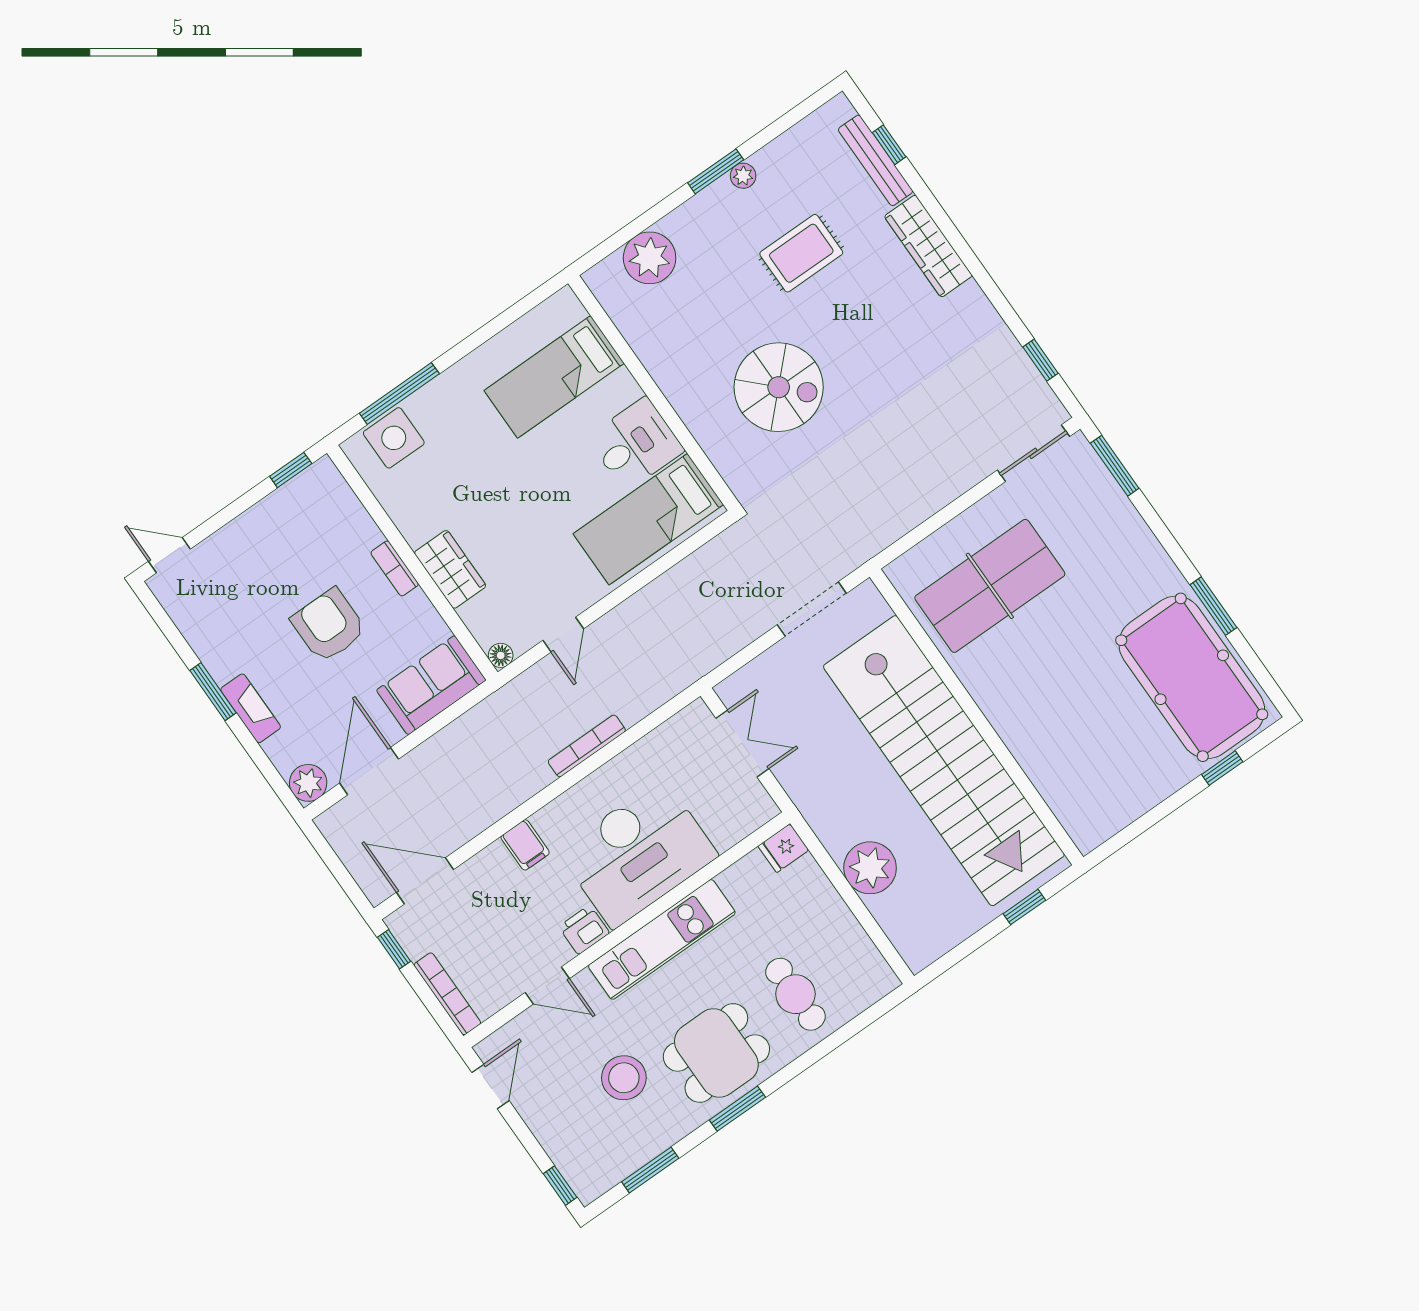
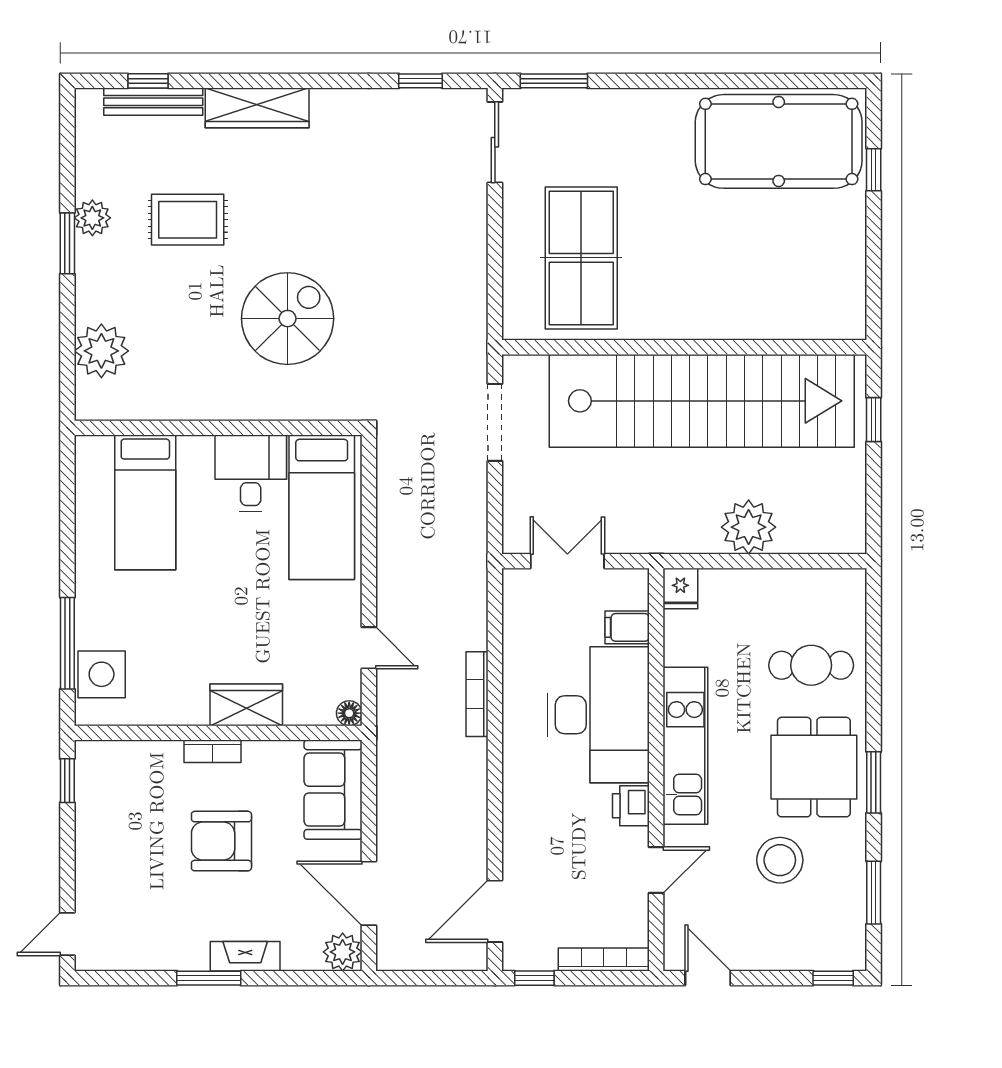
plant: (743, 176) -> (92, 218), width x1.38, depth x1.38
rug: (801, 253) -> (188, 220), turned 90
window: (1213, 606) -> (731, 81), removed
filing cabinet: (525, 845) -> (627, 627), moved, turned 180

